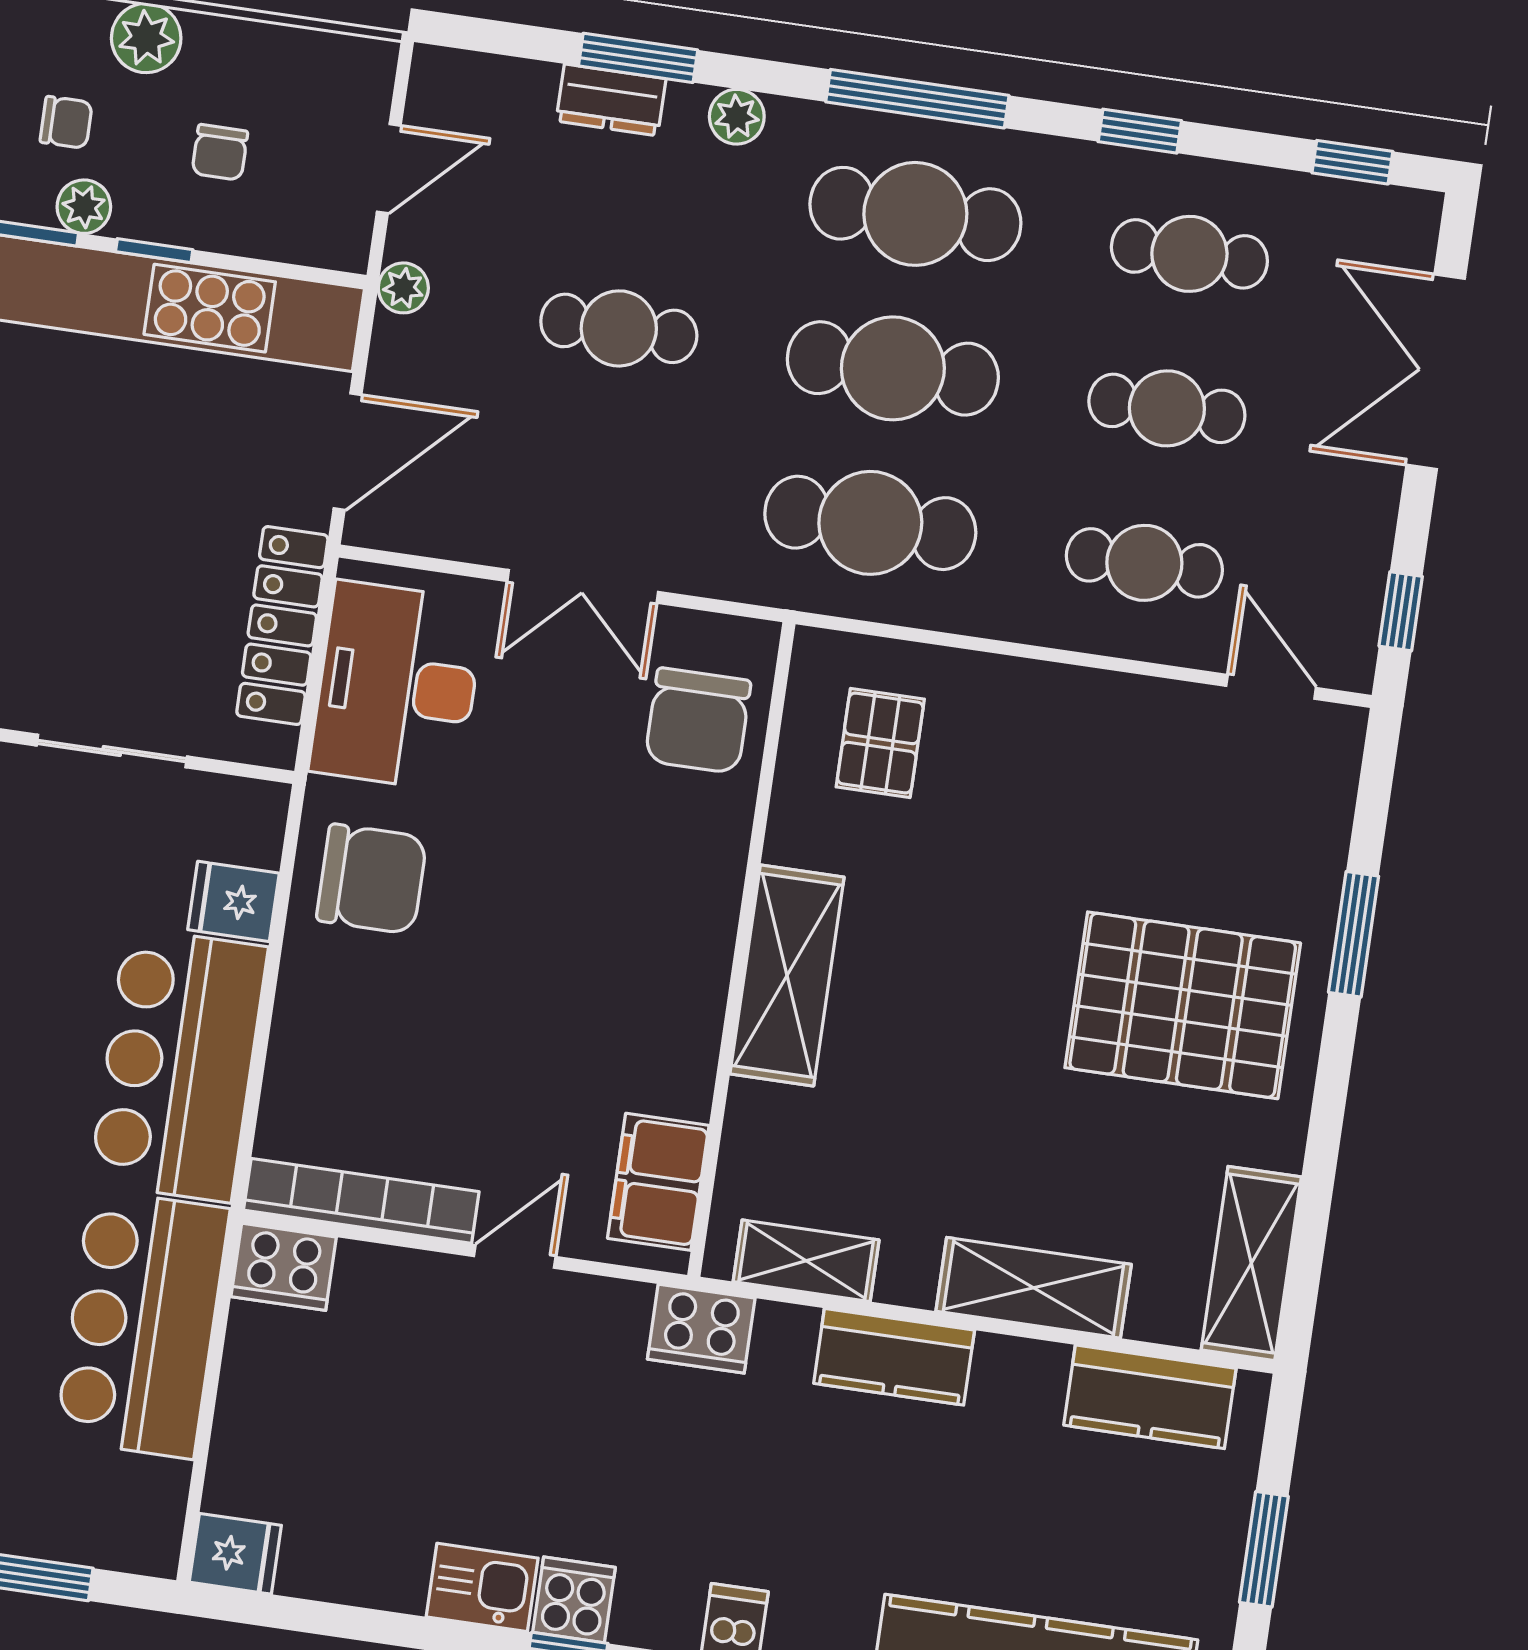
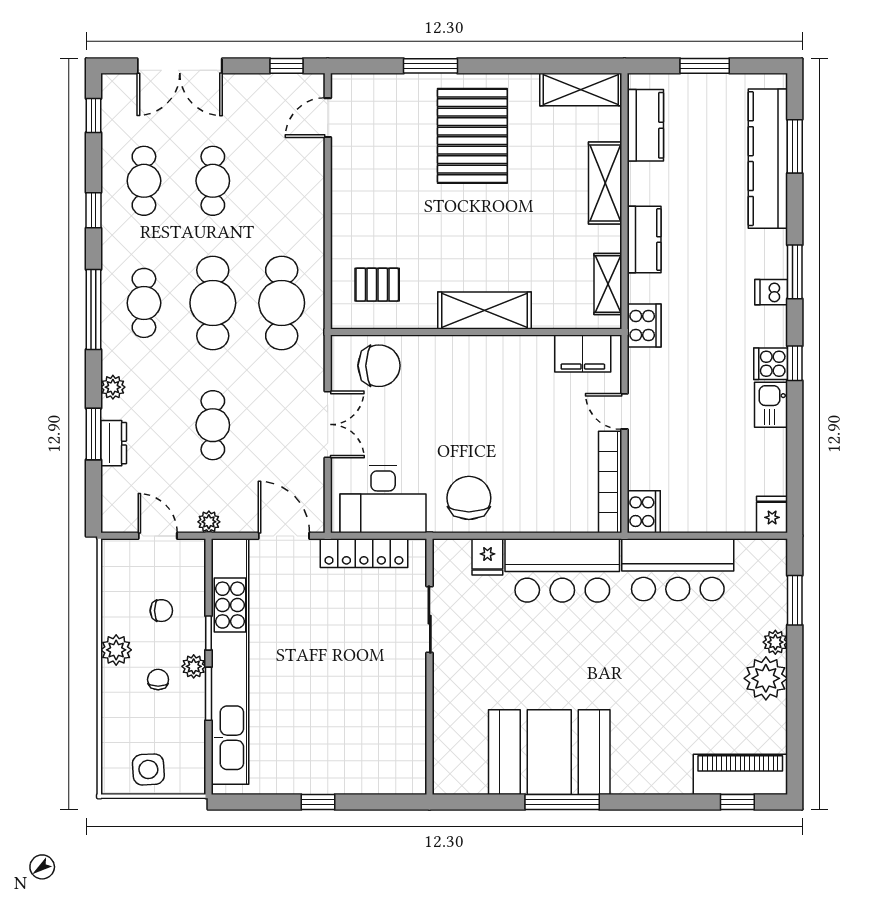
cafe table: (915, 214) -> (144, 303), width x0.73, depth x0.74
cafe table: (1144, 563) -> (282, 181), removed

